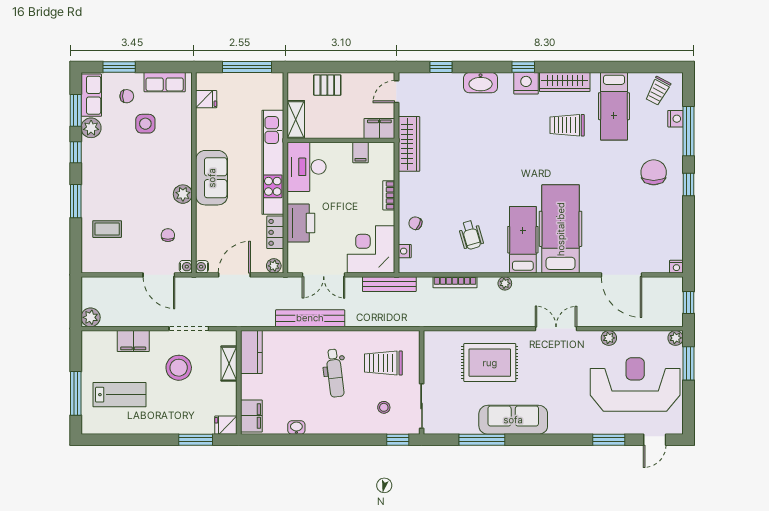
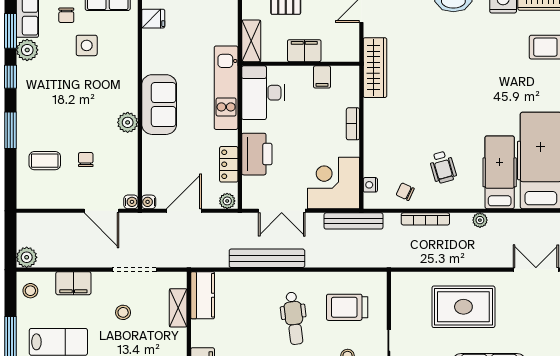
chair: (127, 96) -> (66, 15), turned 90
filing cabinet: (379, 128) -> (304, 51), moved
kitchen unit: (273, 162) -> (226, 88), width x0.73
chair: (415, 223) -> (405, 192), moved
chair: (168, 235) -> (86, 160), moved
stool: (94, 348) -> (30, 291), added
stool: (179, 368) -> (123, 312), width x0.53, depth x0.53

